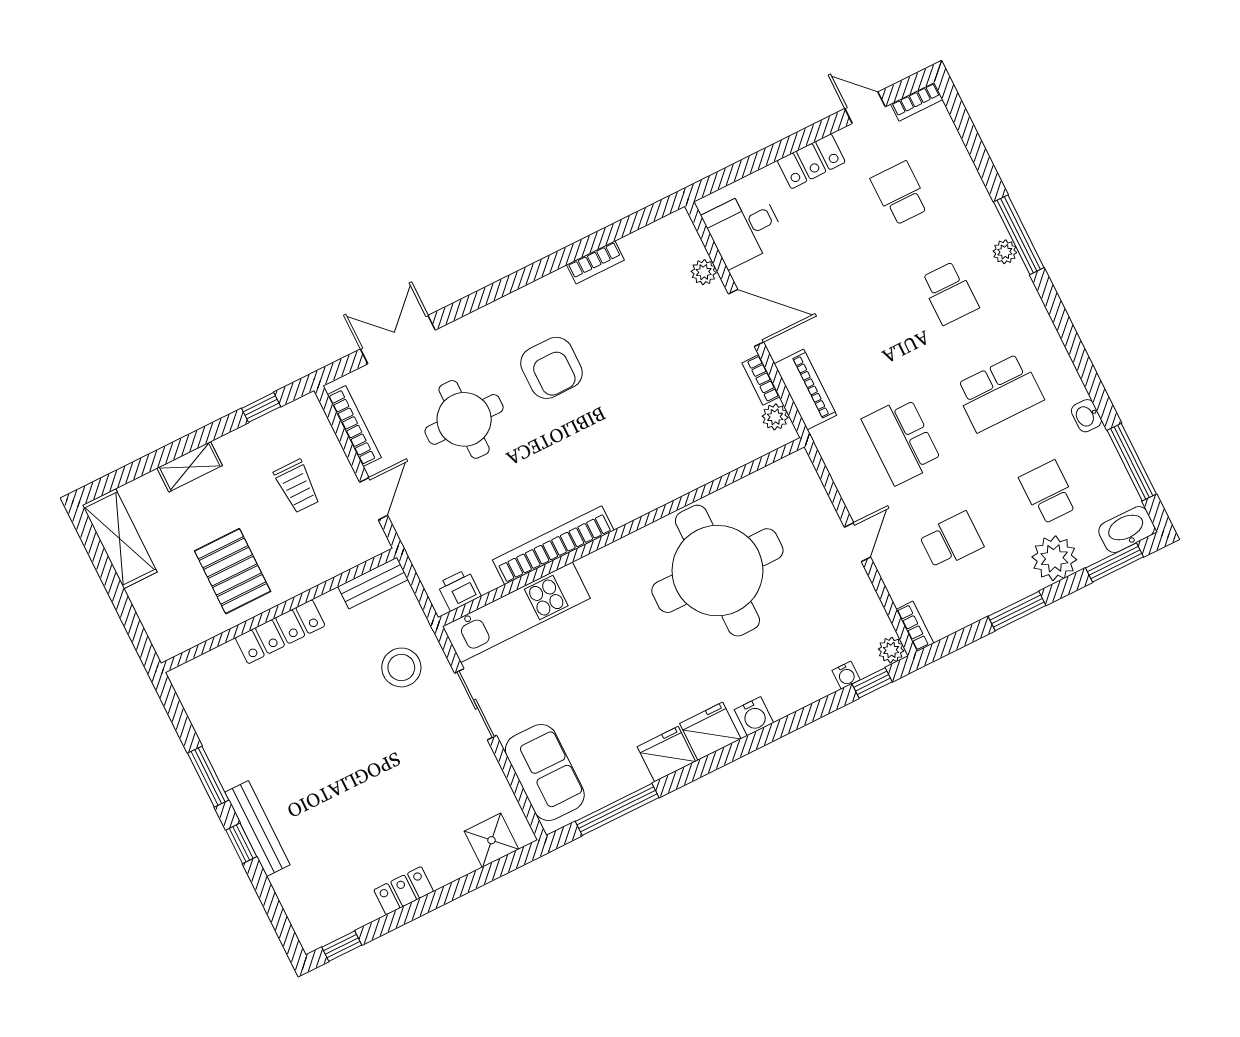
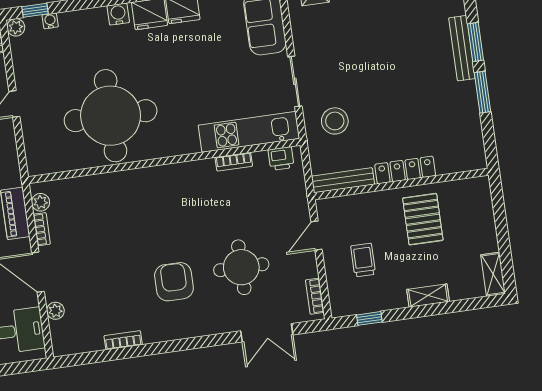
bookcase: (354, 426) -> (315, 296), width x0.64
shelving: (120, 539) -> (493, 274), width x0.67, depth x0.75
bookcase: (553, 545) -> (234, 162), width x0.43, depth x0.76
bench: (373, 583) -> (343, 180), width x1.36
window: (241, 843) -> (476, 42), width x1.50

